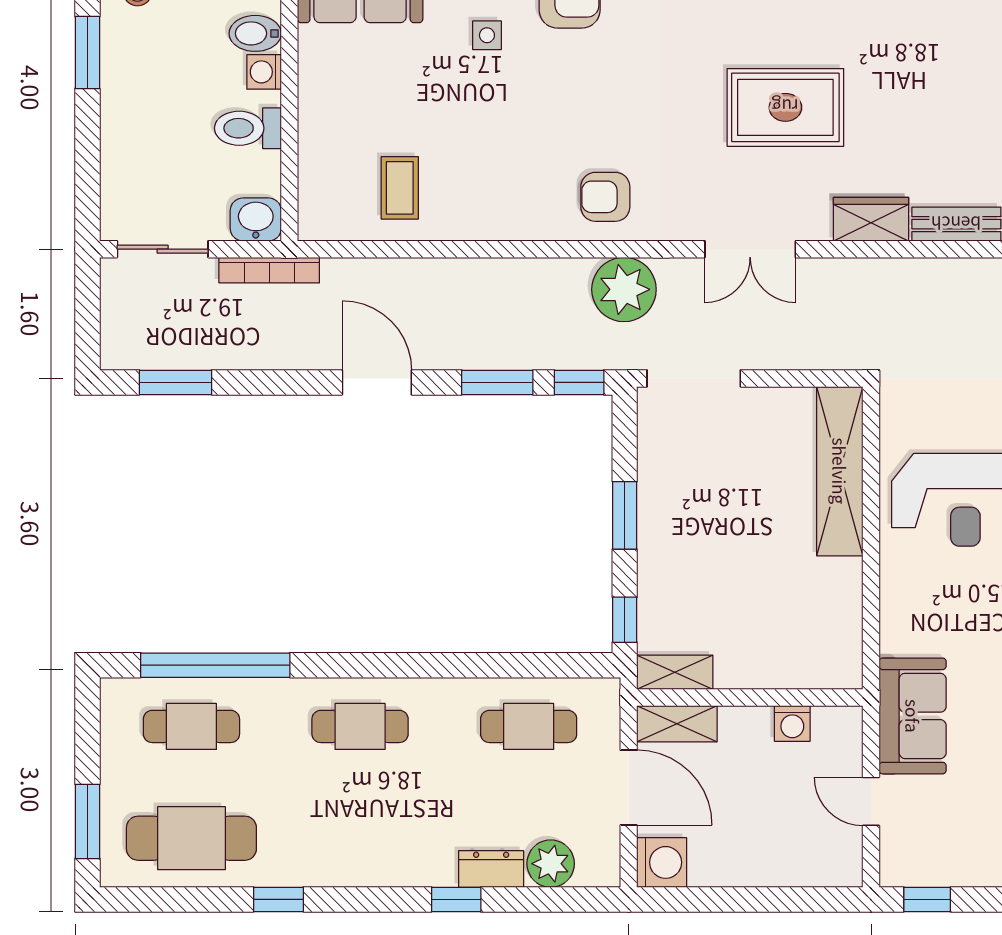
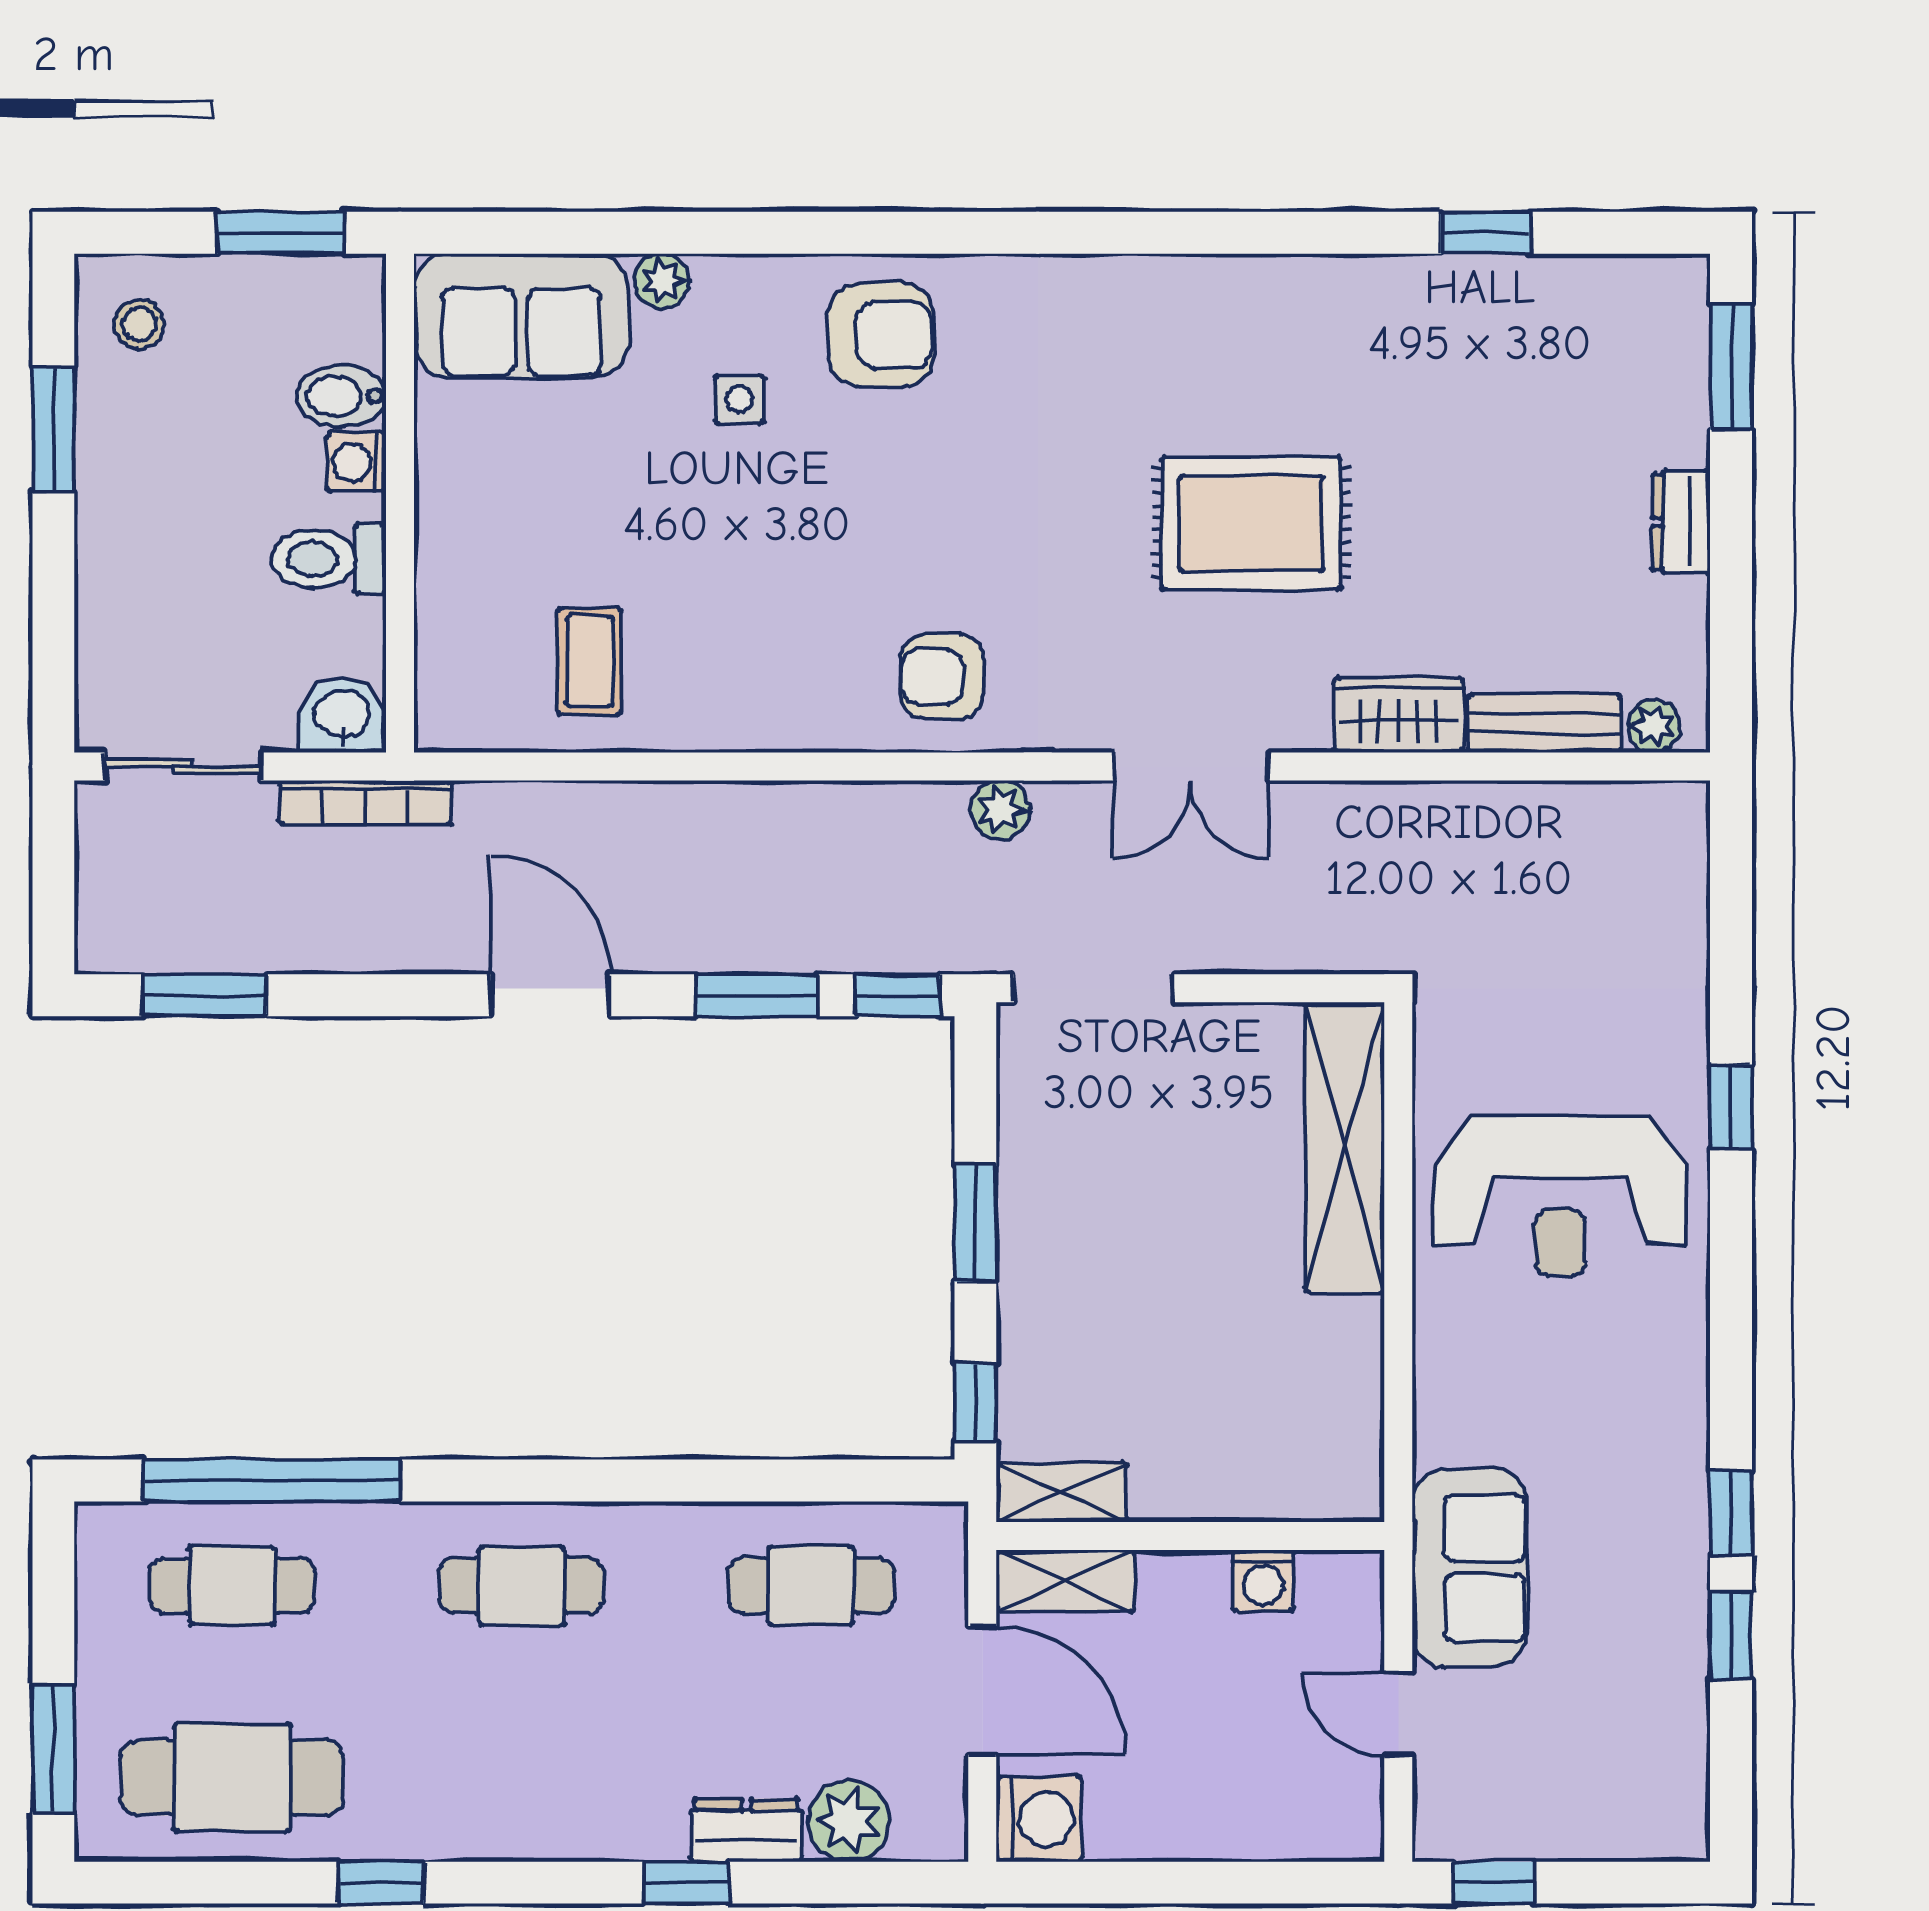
plant: (624, 289) -> (1000, 810), width x0.53, depth x0.53

